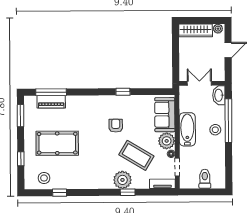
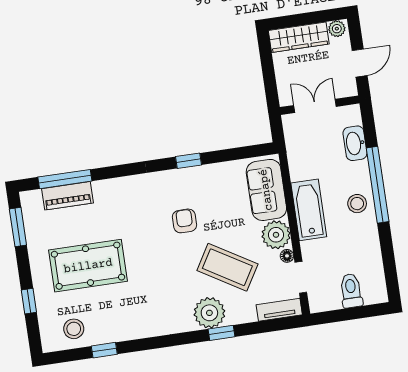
double door: (199, 83) -> (315, 106), moved
wall: (202, 83) -> (320, 105), moved

